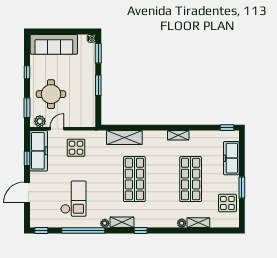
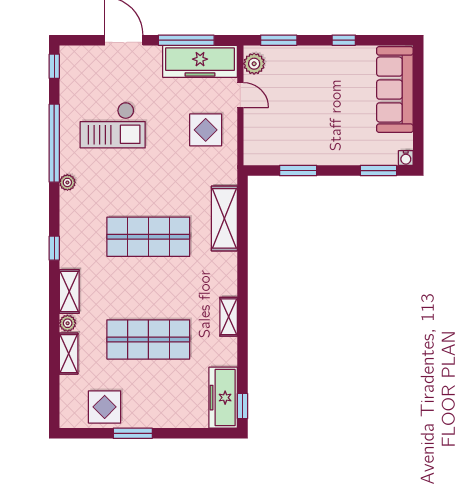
window: (98, 85) -> (298, 171), moved
round table: (51, 94) -> (304, 84), removed
window: (27, 158) -> (186, 40), width x2.17
freezer: (231, 158) -> (223, 398), moved, turned -90
shelving: (122, 222) -> (69, 292), moved

